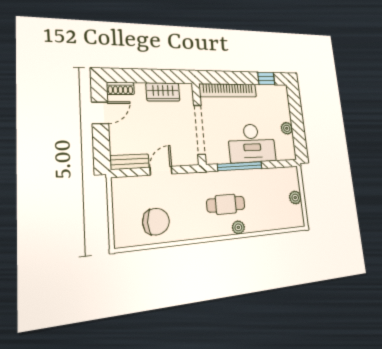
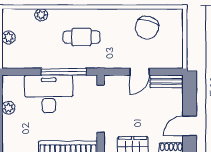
chair: (156, 222) -> (147, 28), turned -73
plant: (238, 227) -> (41, 15), moved

